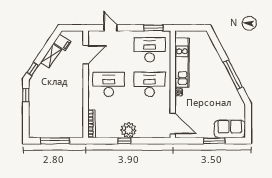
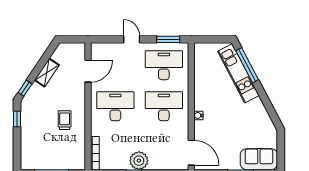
door: (110, 28) -> (132, 39), moved
filing cabinet: (62, 42) -> (60, 56), removed
kitchen unit: (182, 63) -> (238, 73), moved, turned 152
window: (233, 75) -> (247, 65), moved
trolley: (66, 96) -> (65, 120), added

